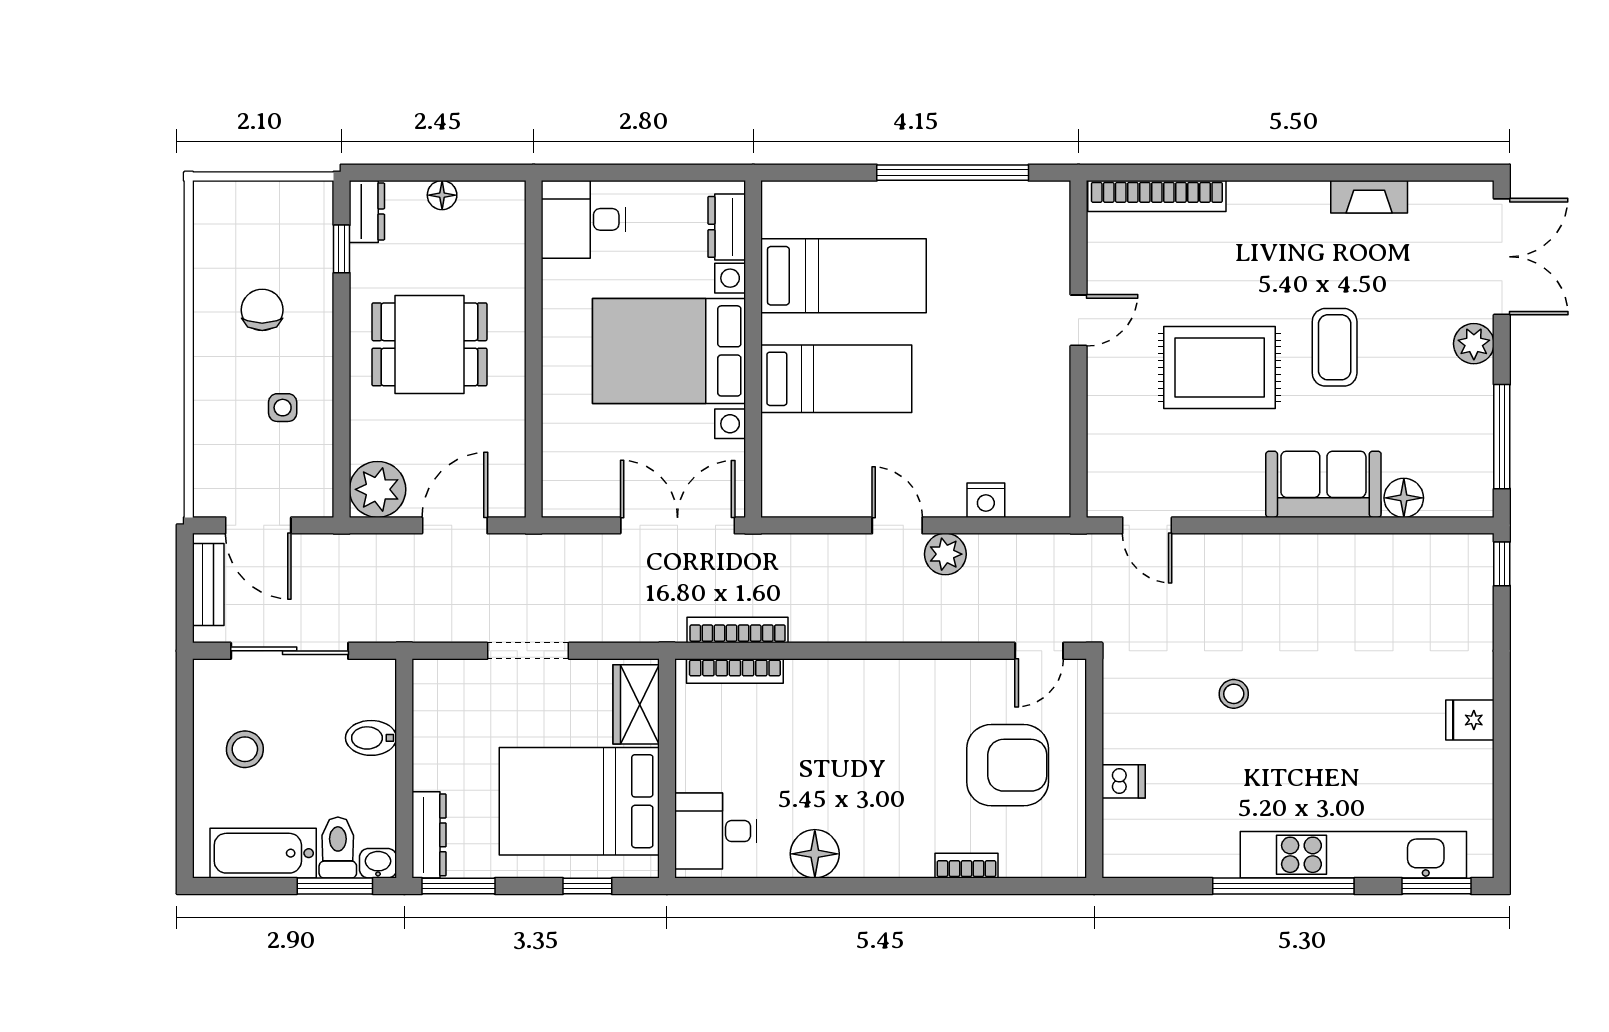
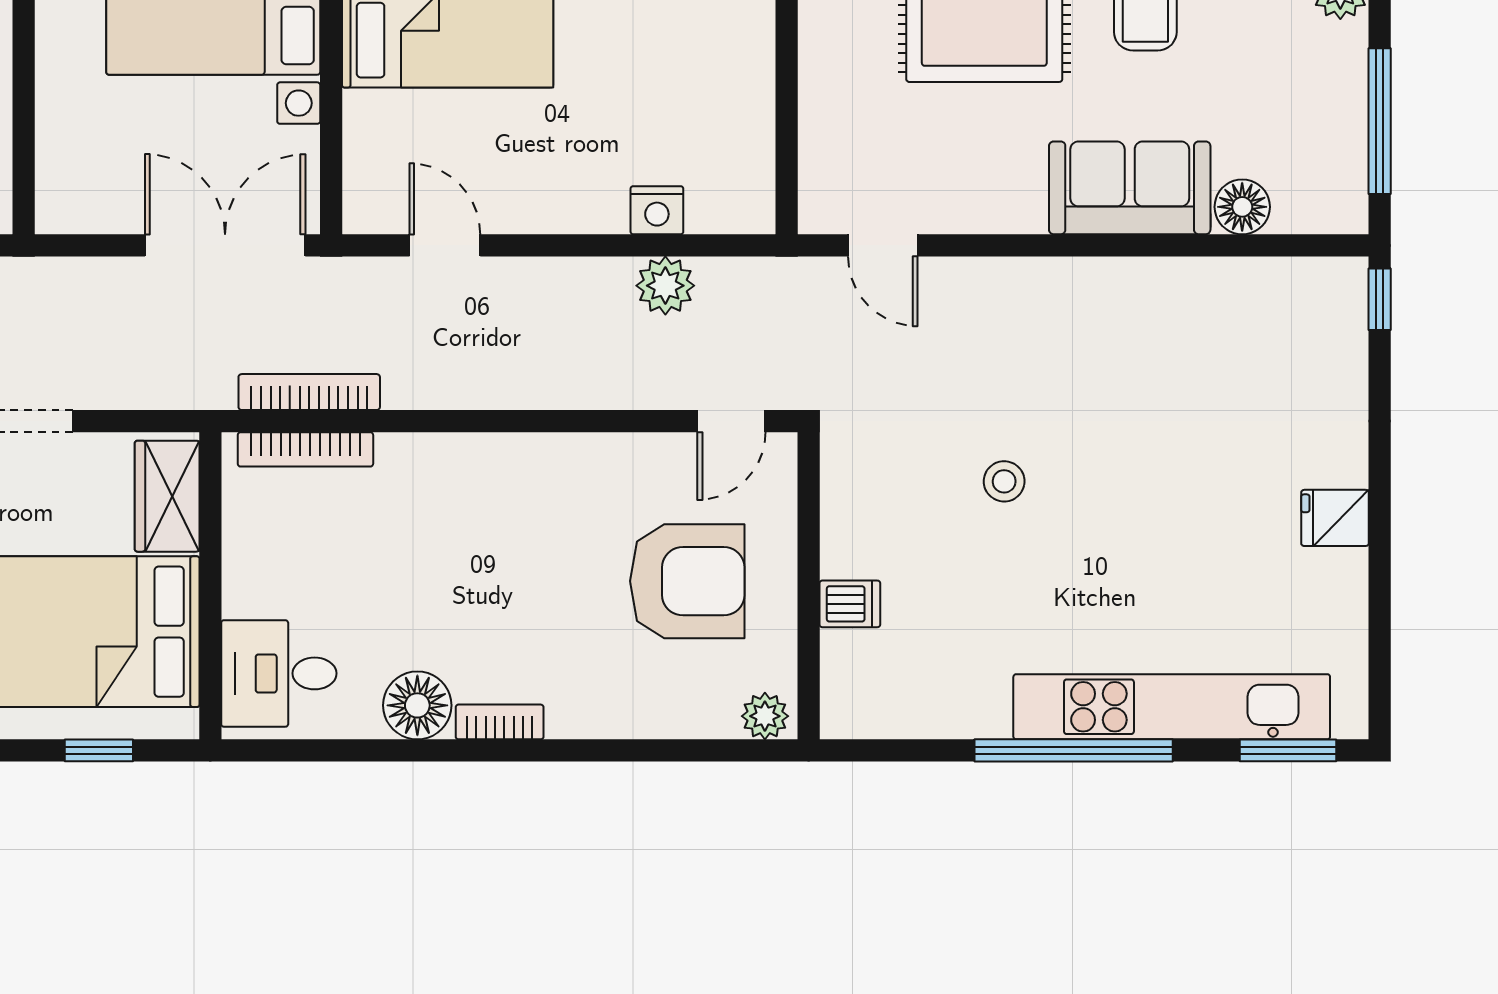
door: (897, 525) -> (445, 245), moved
plant: (945, 554) -> (665, 286), moved
plant: (1063, 861) -> (765, 716), added
bookcase: (966, 866) -> (500, 722), moved

